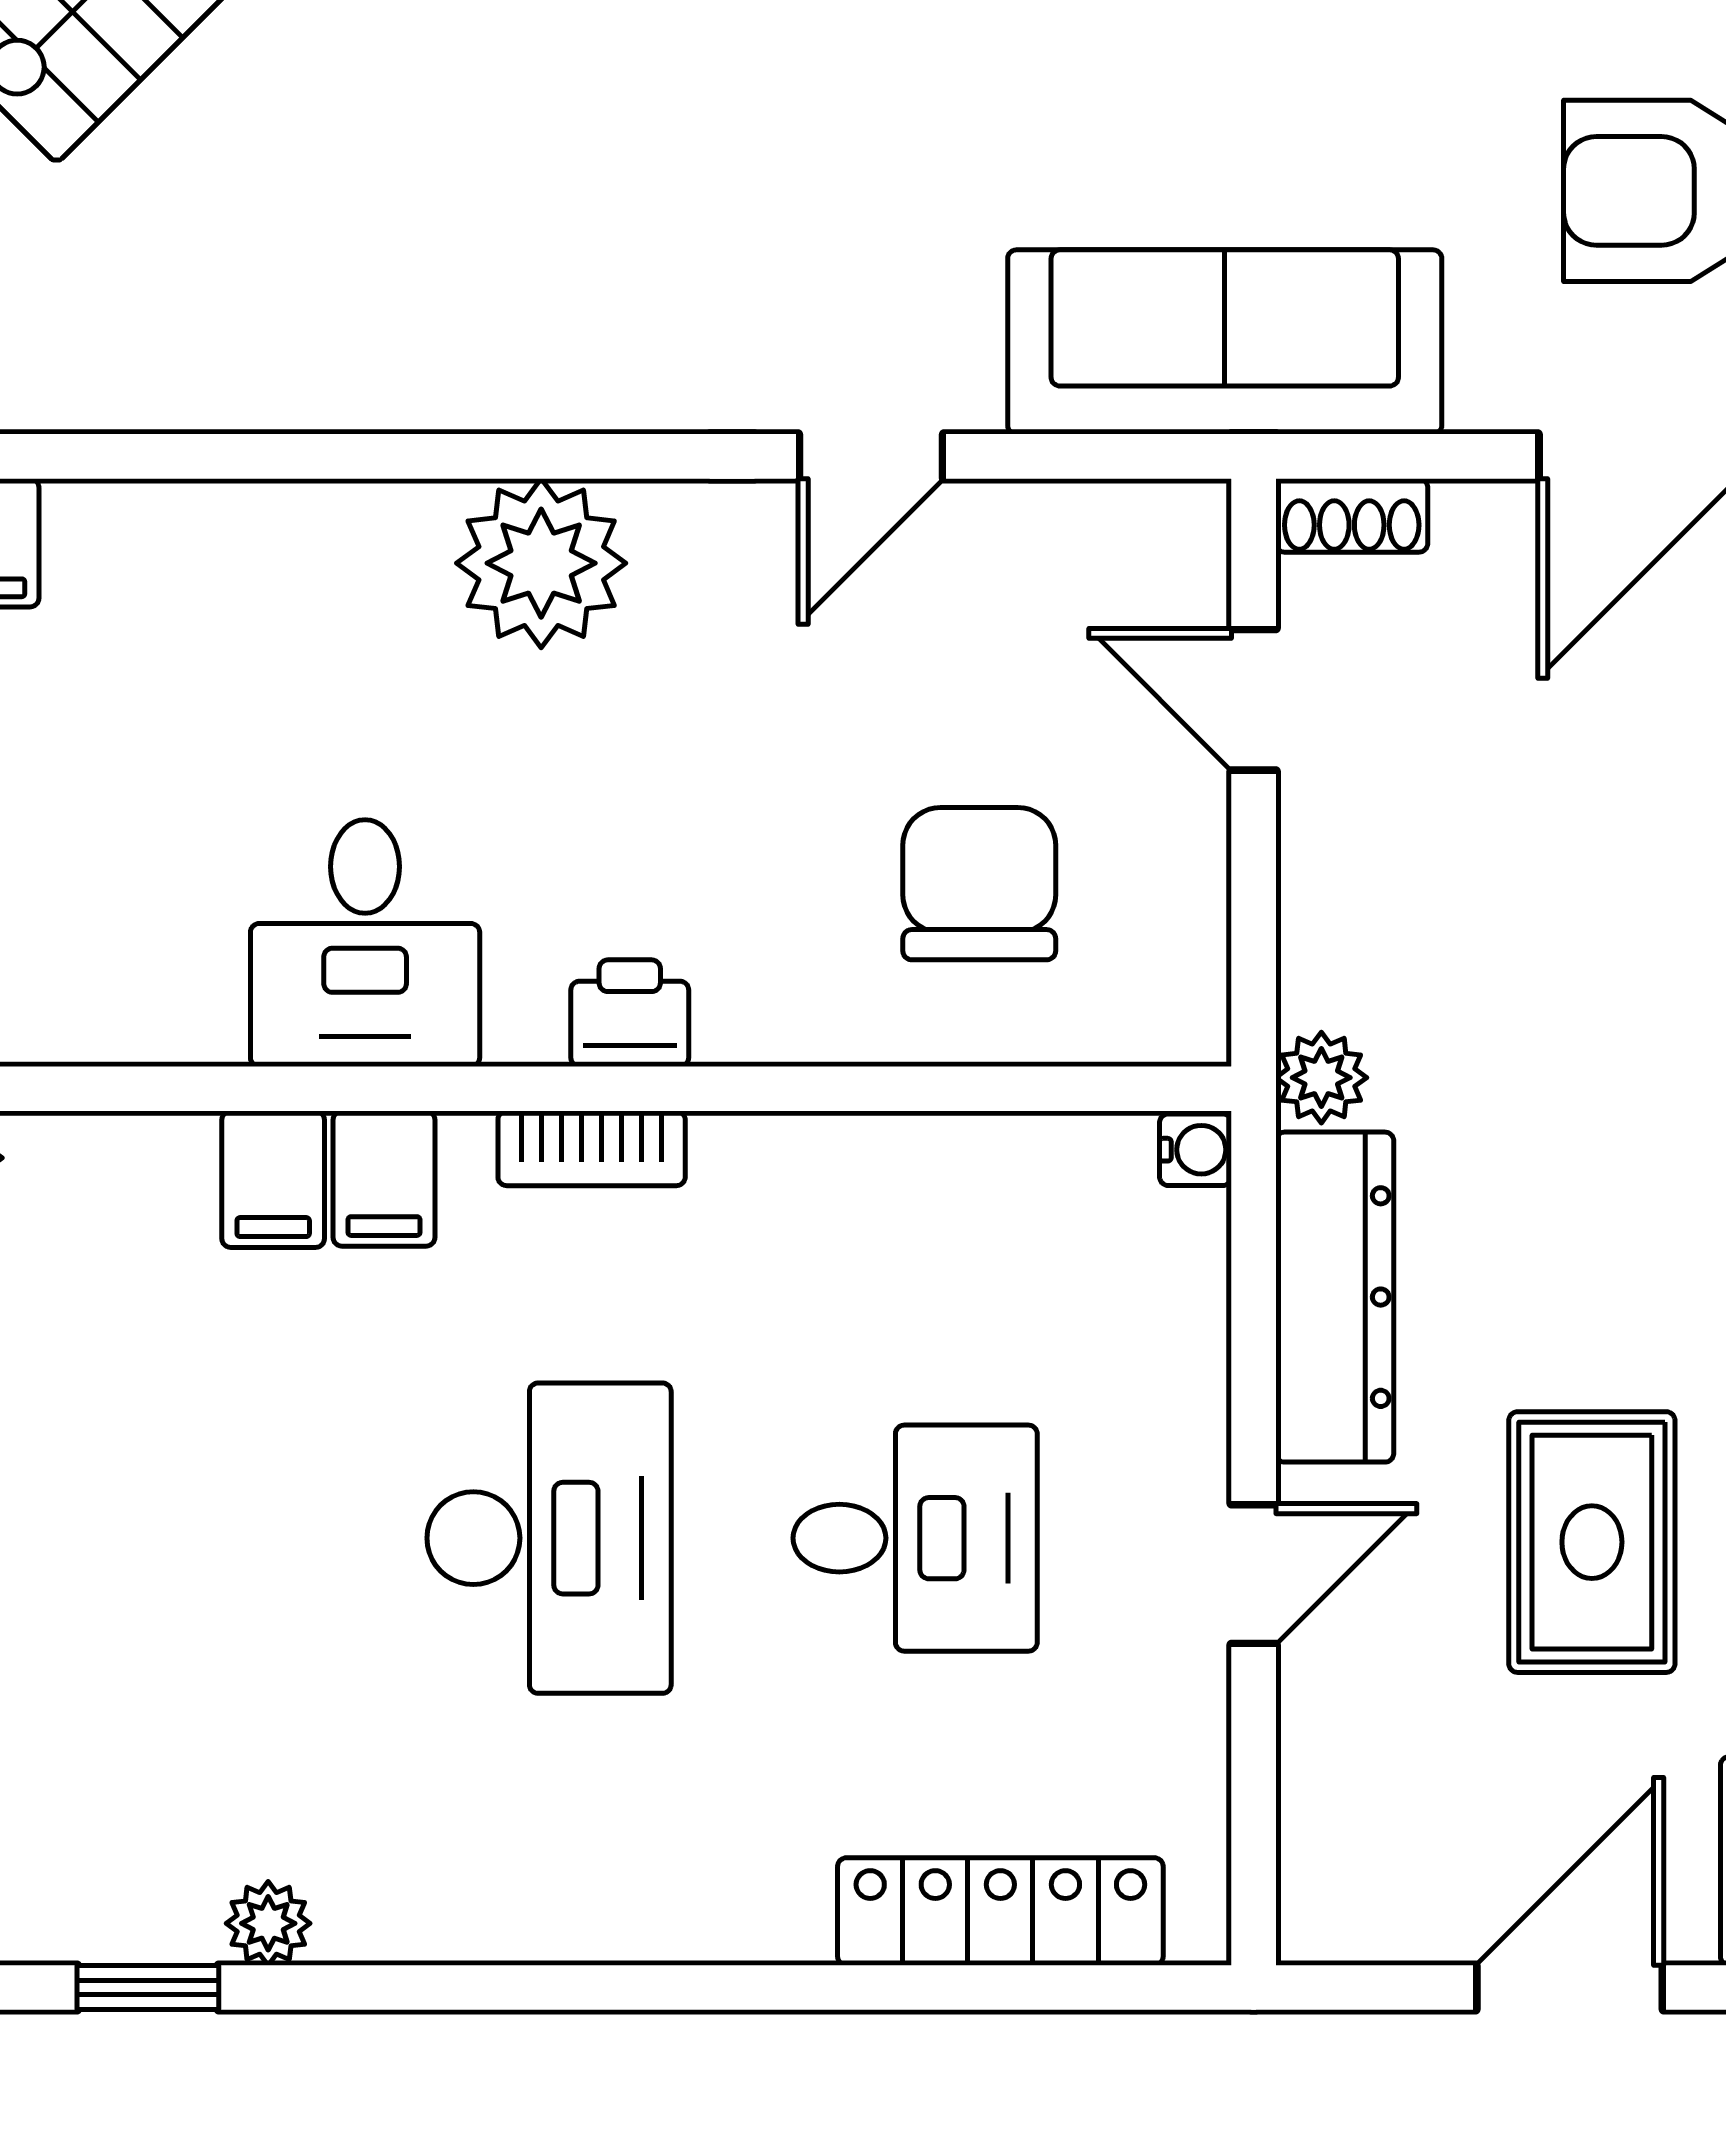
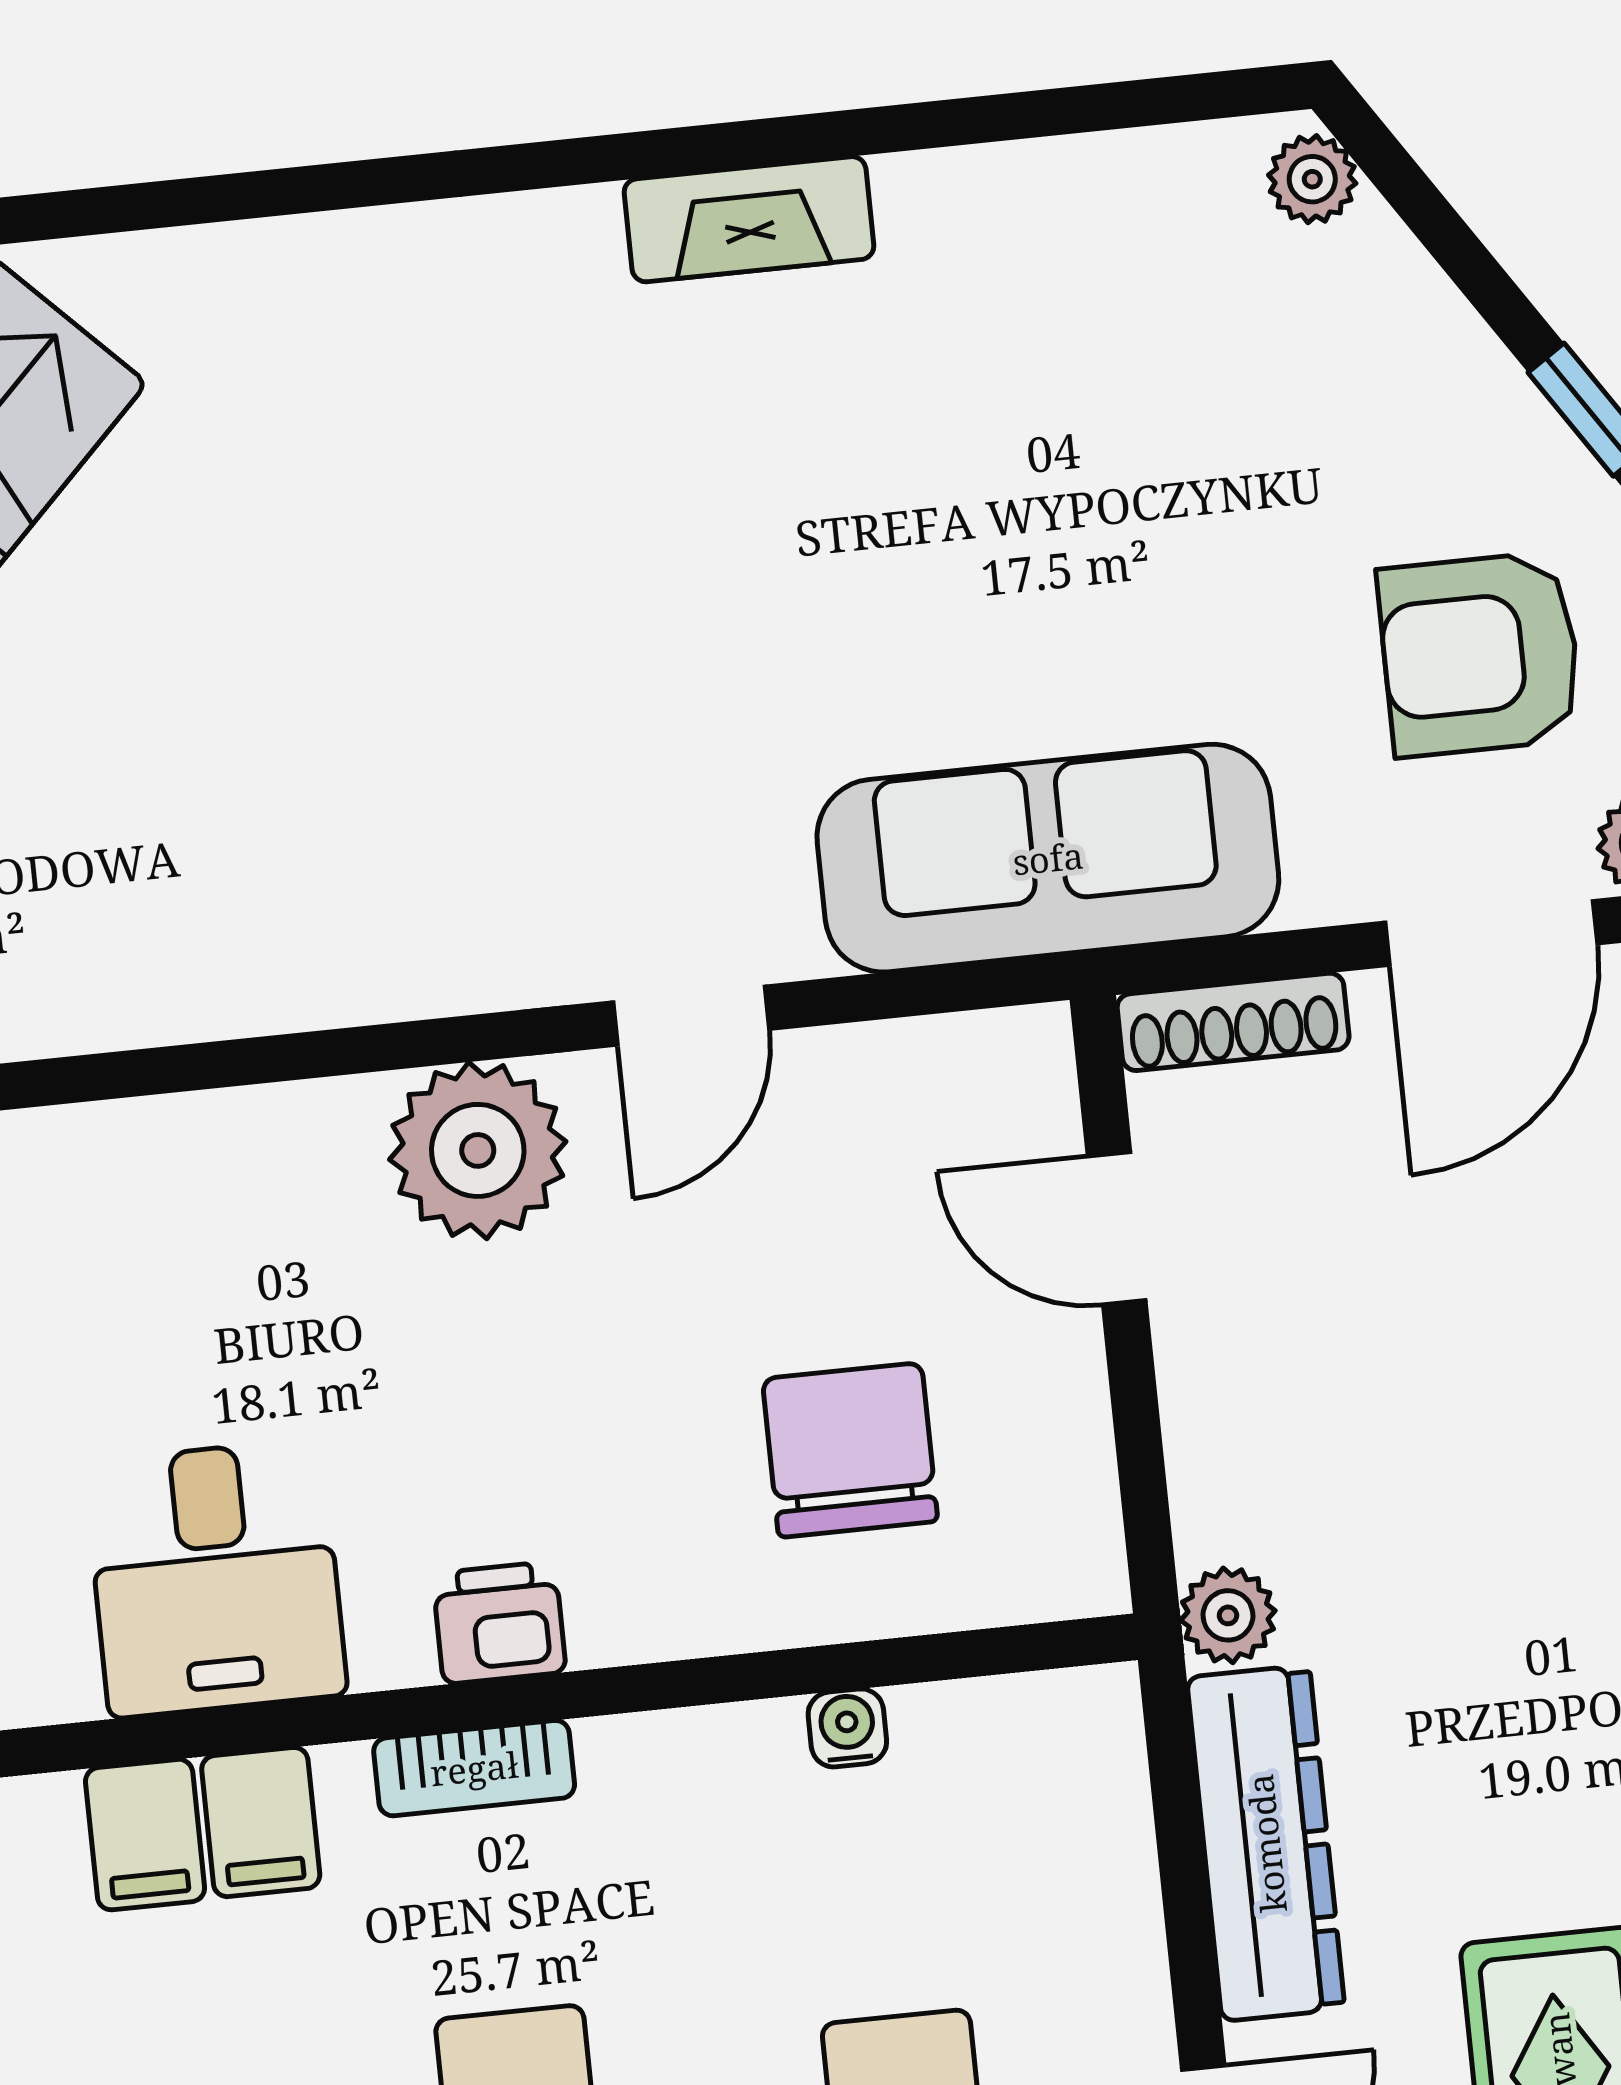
shoe rack: (1352, 515) -> (1233, 1022), width x1.43
plant: (541, 563) -> (478, 1150), moved
water cooler: (1196, 1150) -> (847, 1728), moved, turned -90

